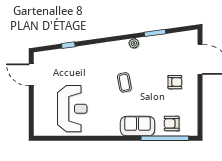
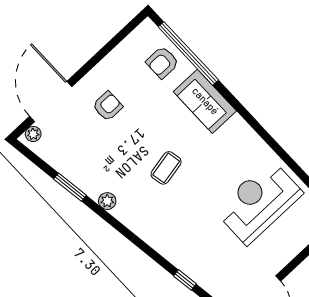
plant: (193, 39) -> (33, 134), added
armchair: (175, 82) -> (108, 106), turned 90
armchair: (172, 123) -> (162, 62), turned 90

